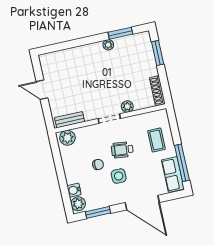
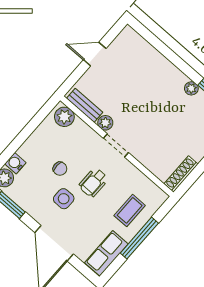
door: (42, 90) -> (95, 54), hinge flipped
plant: (127, 107) -> (105, 123), moved
wheelchair: (122, 150) -> (93, 182), turned -96
window: (182, 163) -> (139, 238), moved

